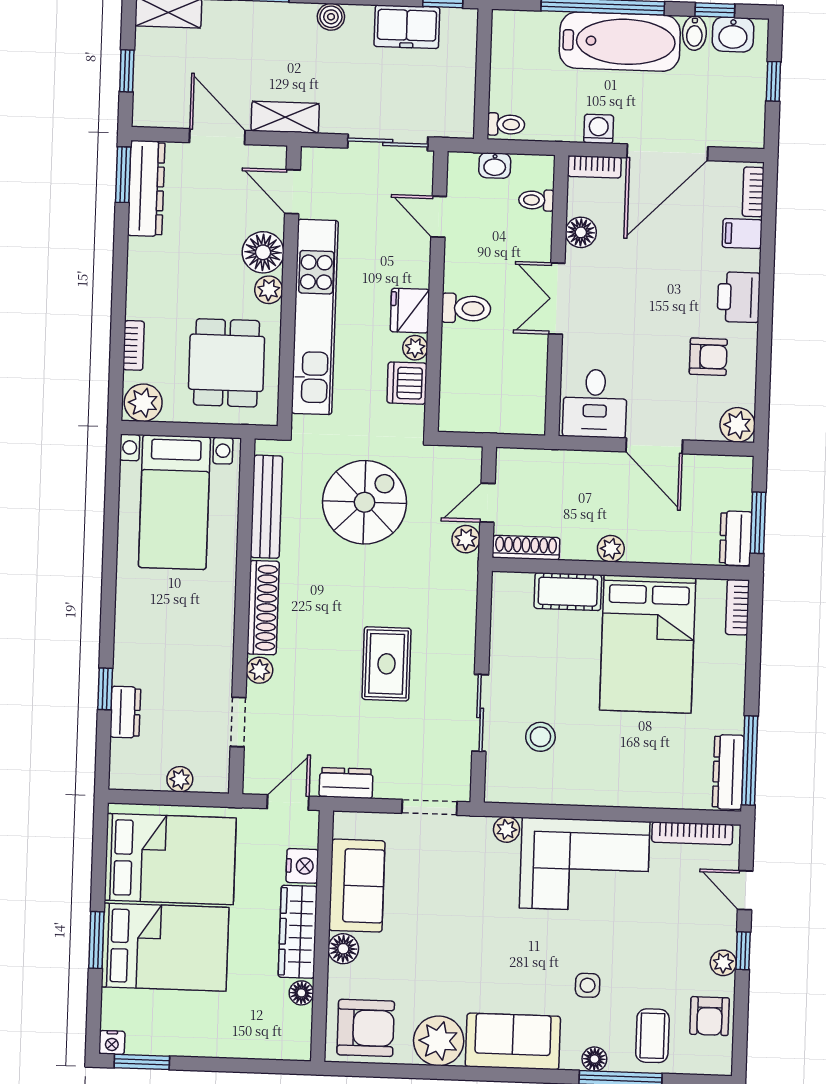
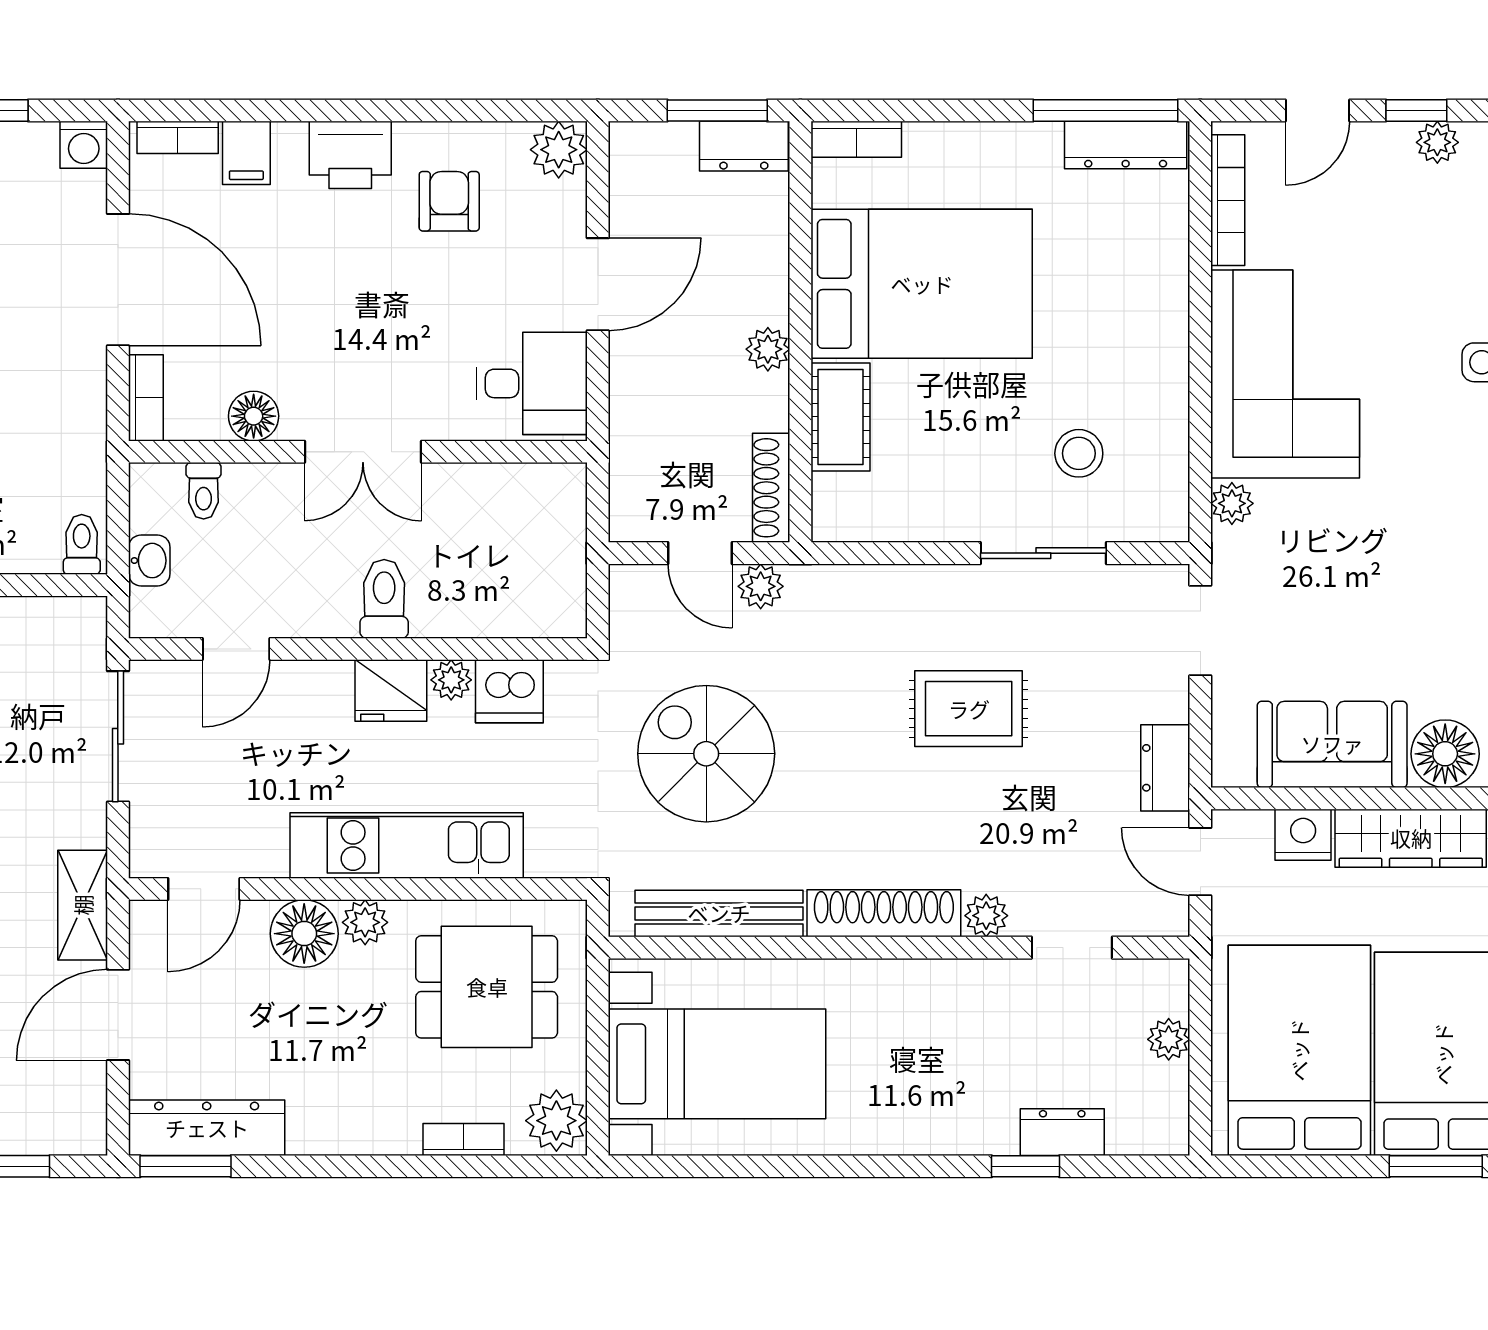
washing machine: (599, 129) -> (84, 145), moved, turned -90
kitchen unit: (315, 317) -> (407, 846), width x0.73
floor lamp: (343, 949) -> (1445, 754), width x1.38, depth x1.38

